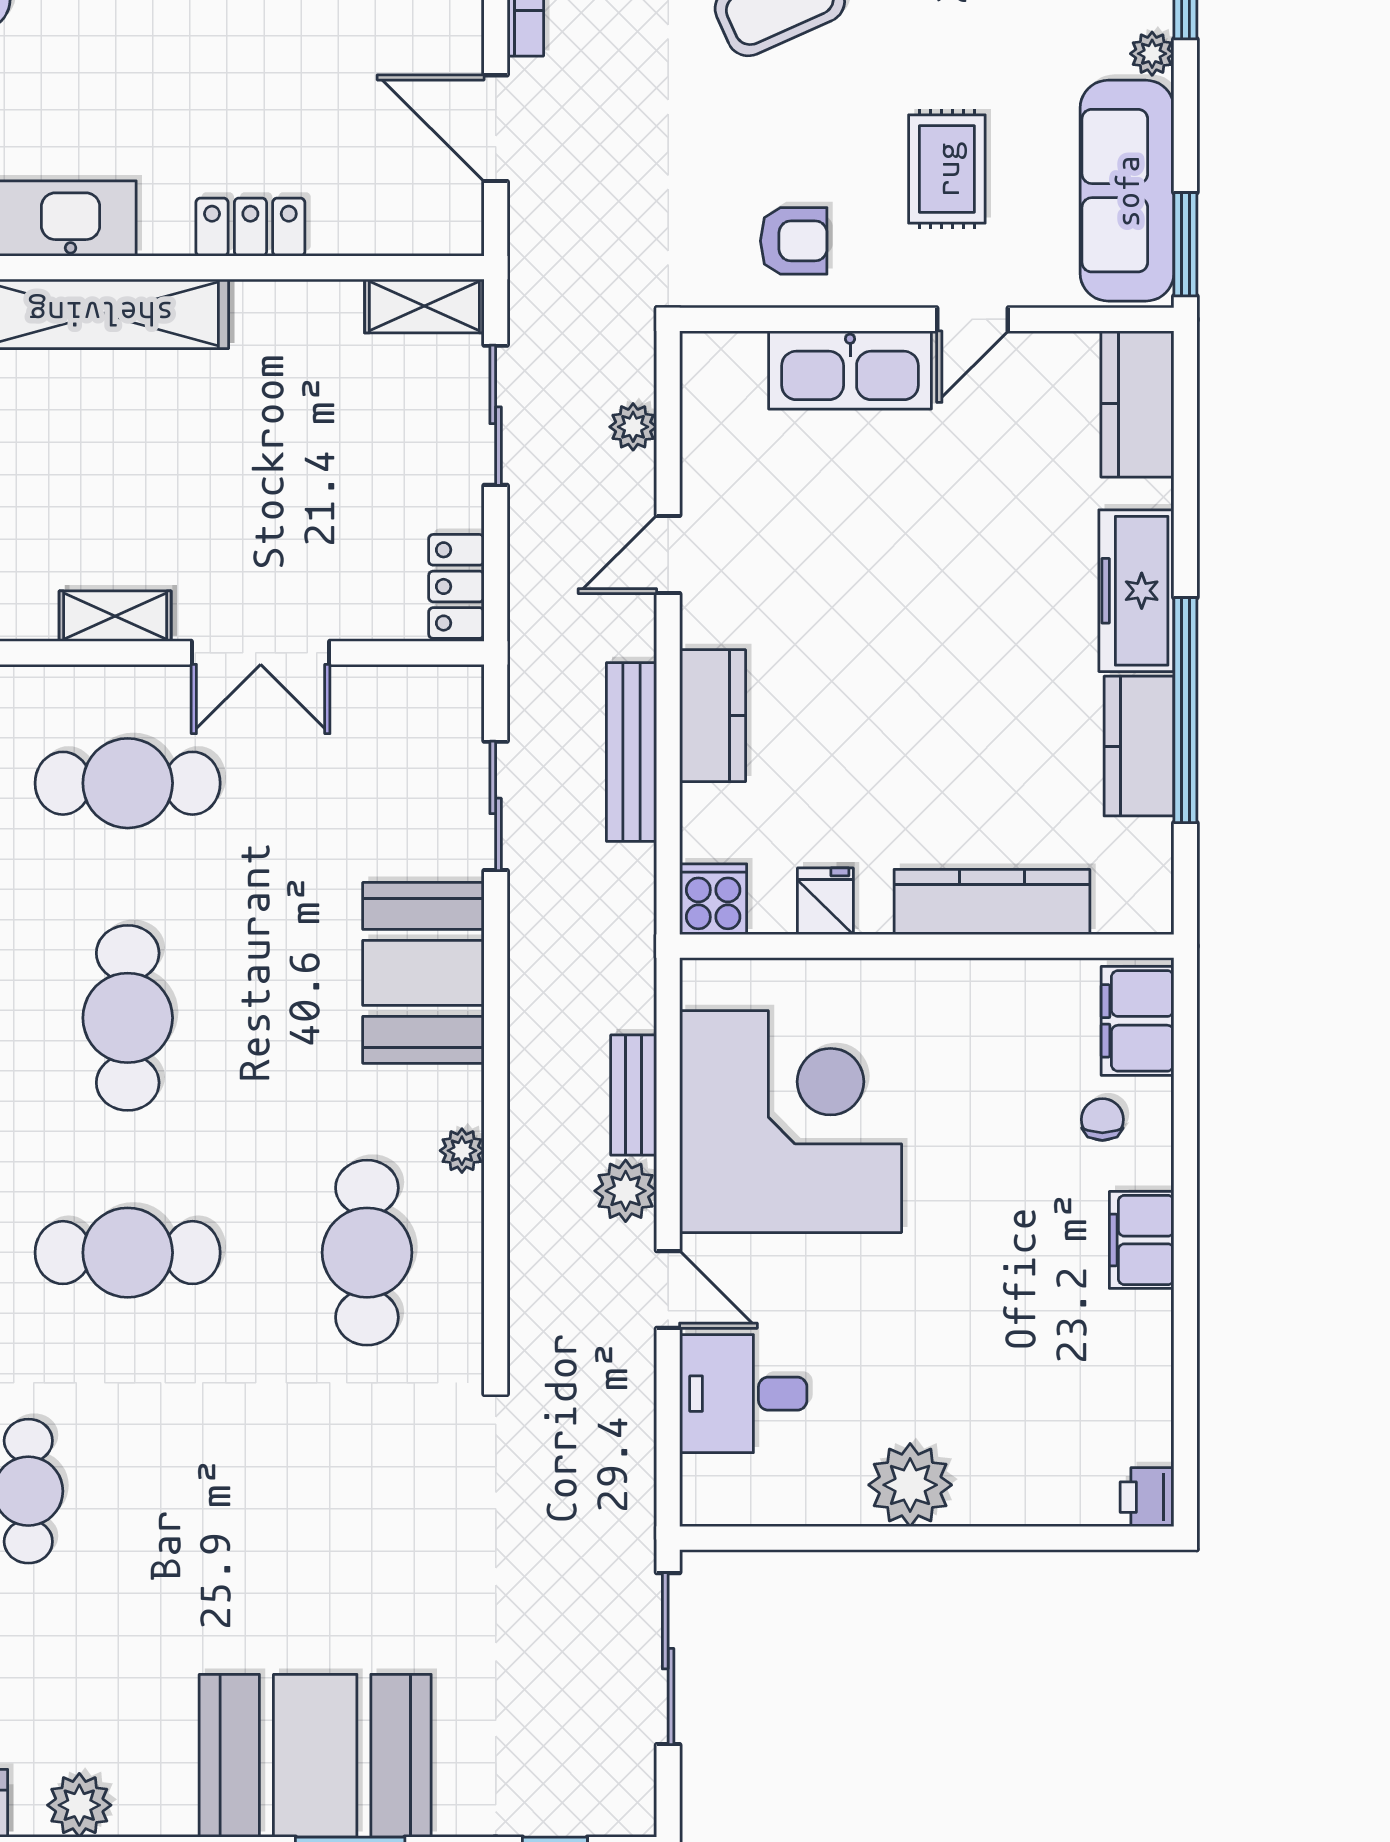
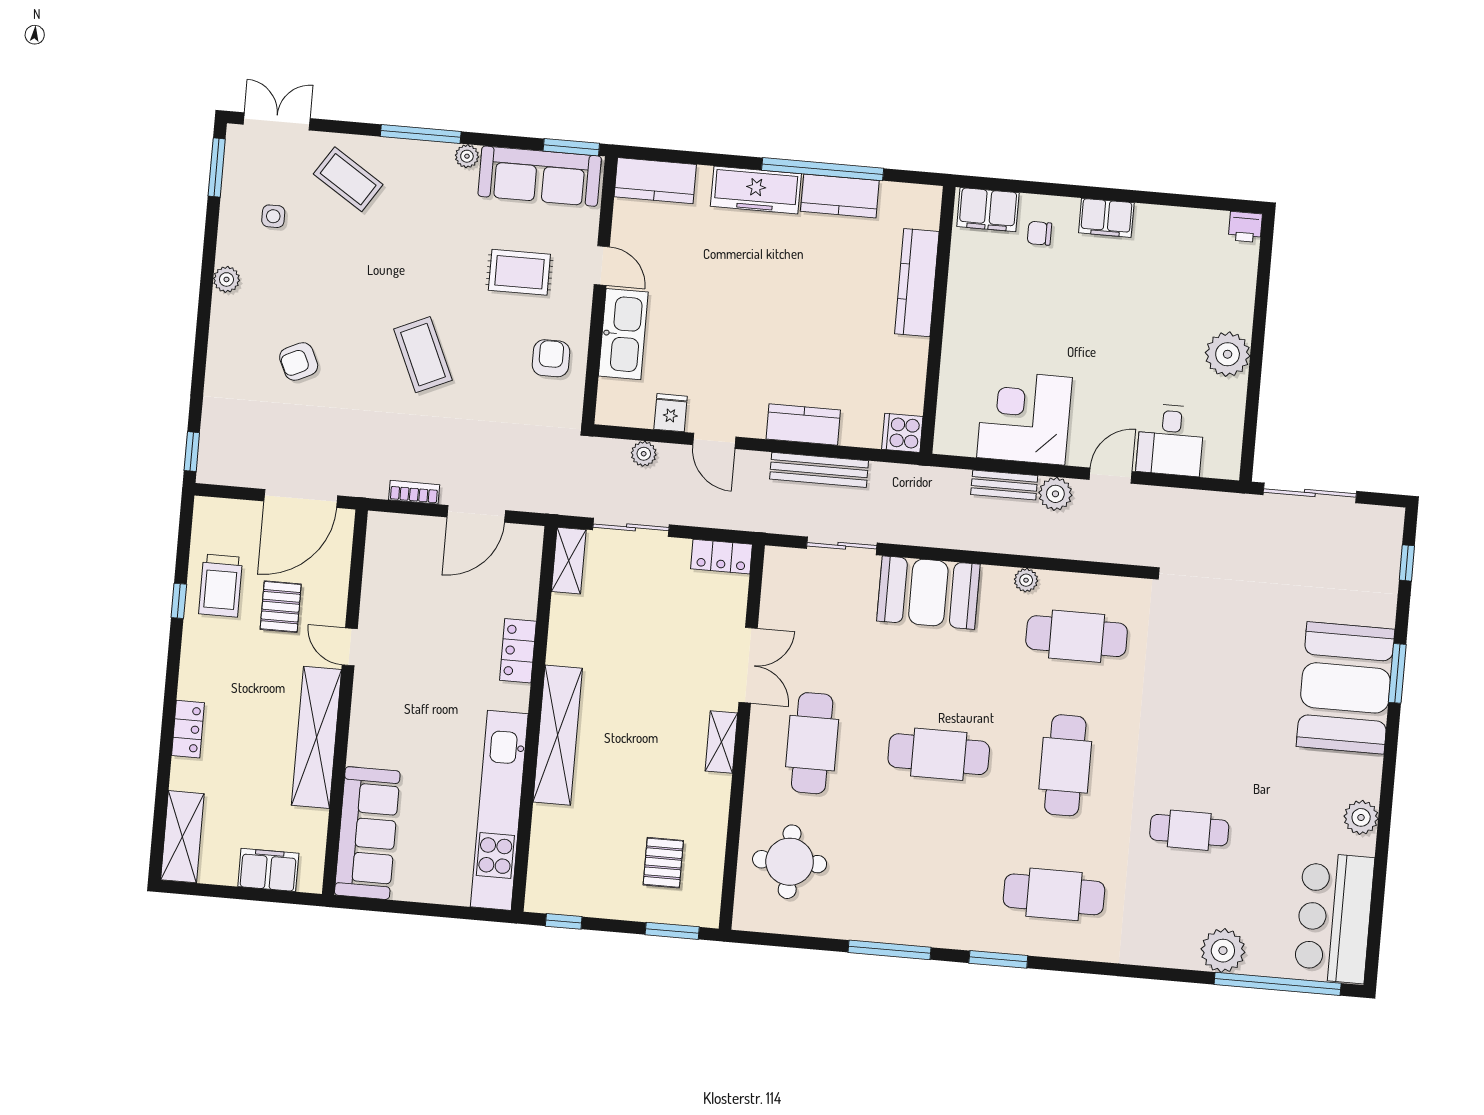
fridge: (825, 901) -> (671, 413), moved, turned 90
corner desk: (791, 1122) -> (1025, 417), width x0.74, depth x0.74

